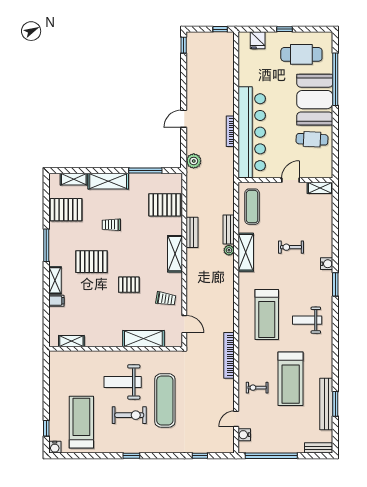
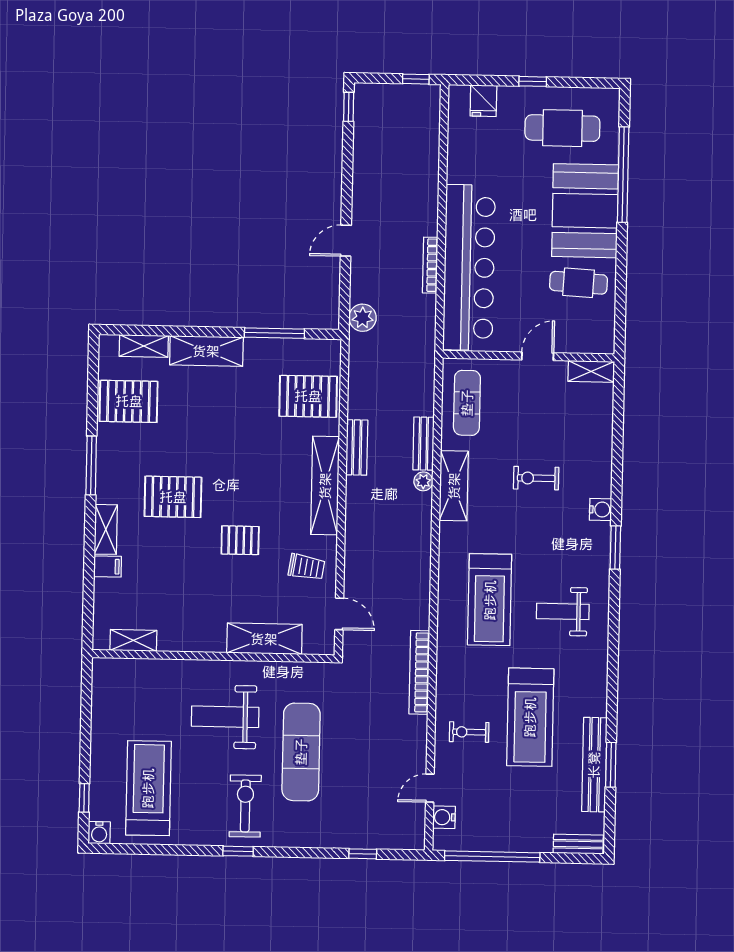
trolley: (111, 225) -> (210, 430), removed
shelving: (175, 254) -> (325, 486), width x1.47
exercise bike: (129, 415) -> (245, 806), moved, turned -90

